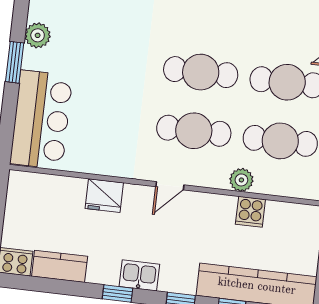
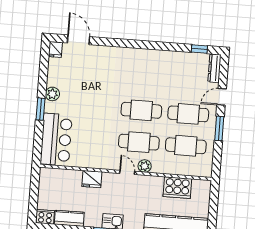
plant: (241, 180) -> (145, 166), moved
door: (170, 186) -> (127, 172), swing flipped
cooker: (250, 212) -> (177, 188), width x1.87, depth x1.31

